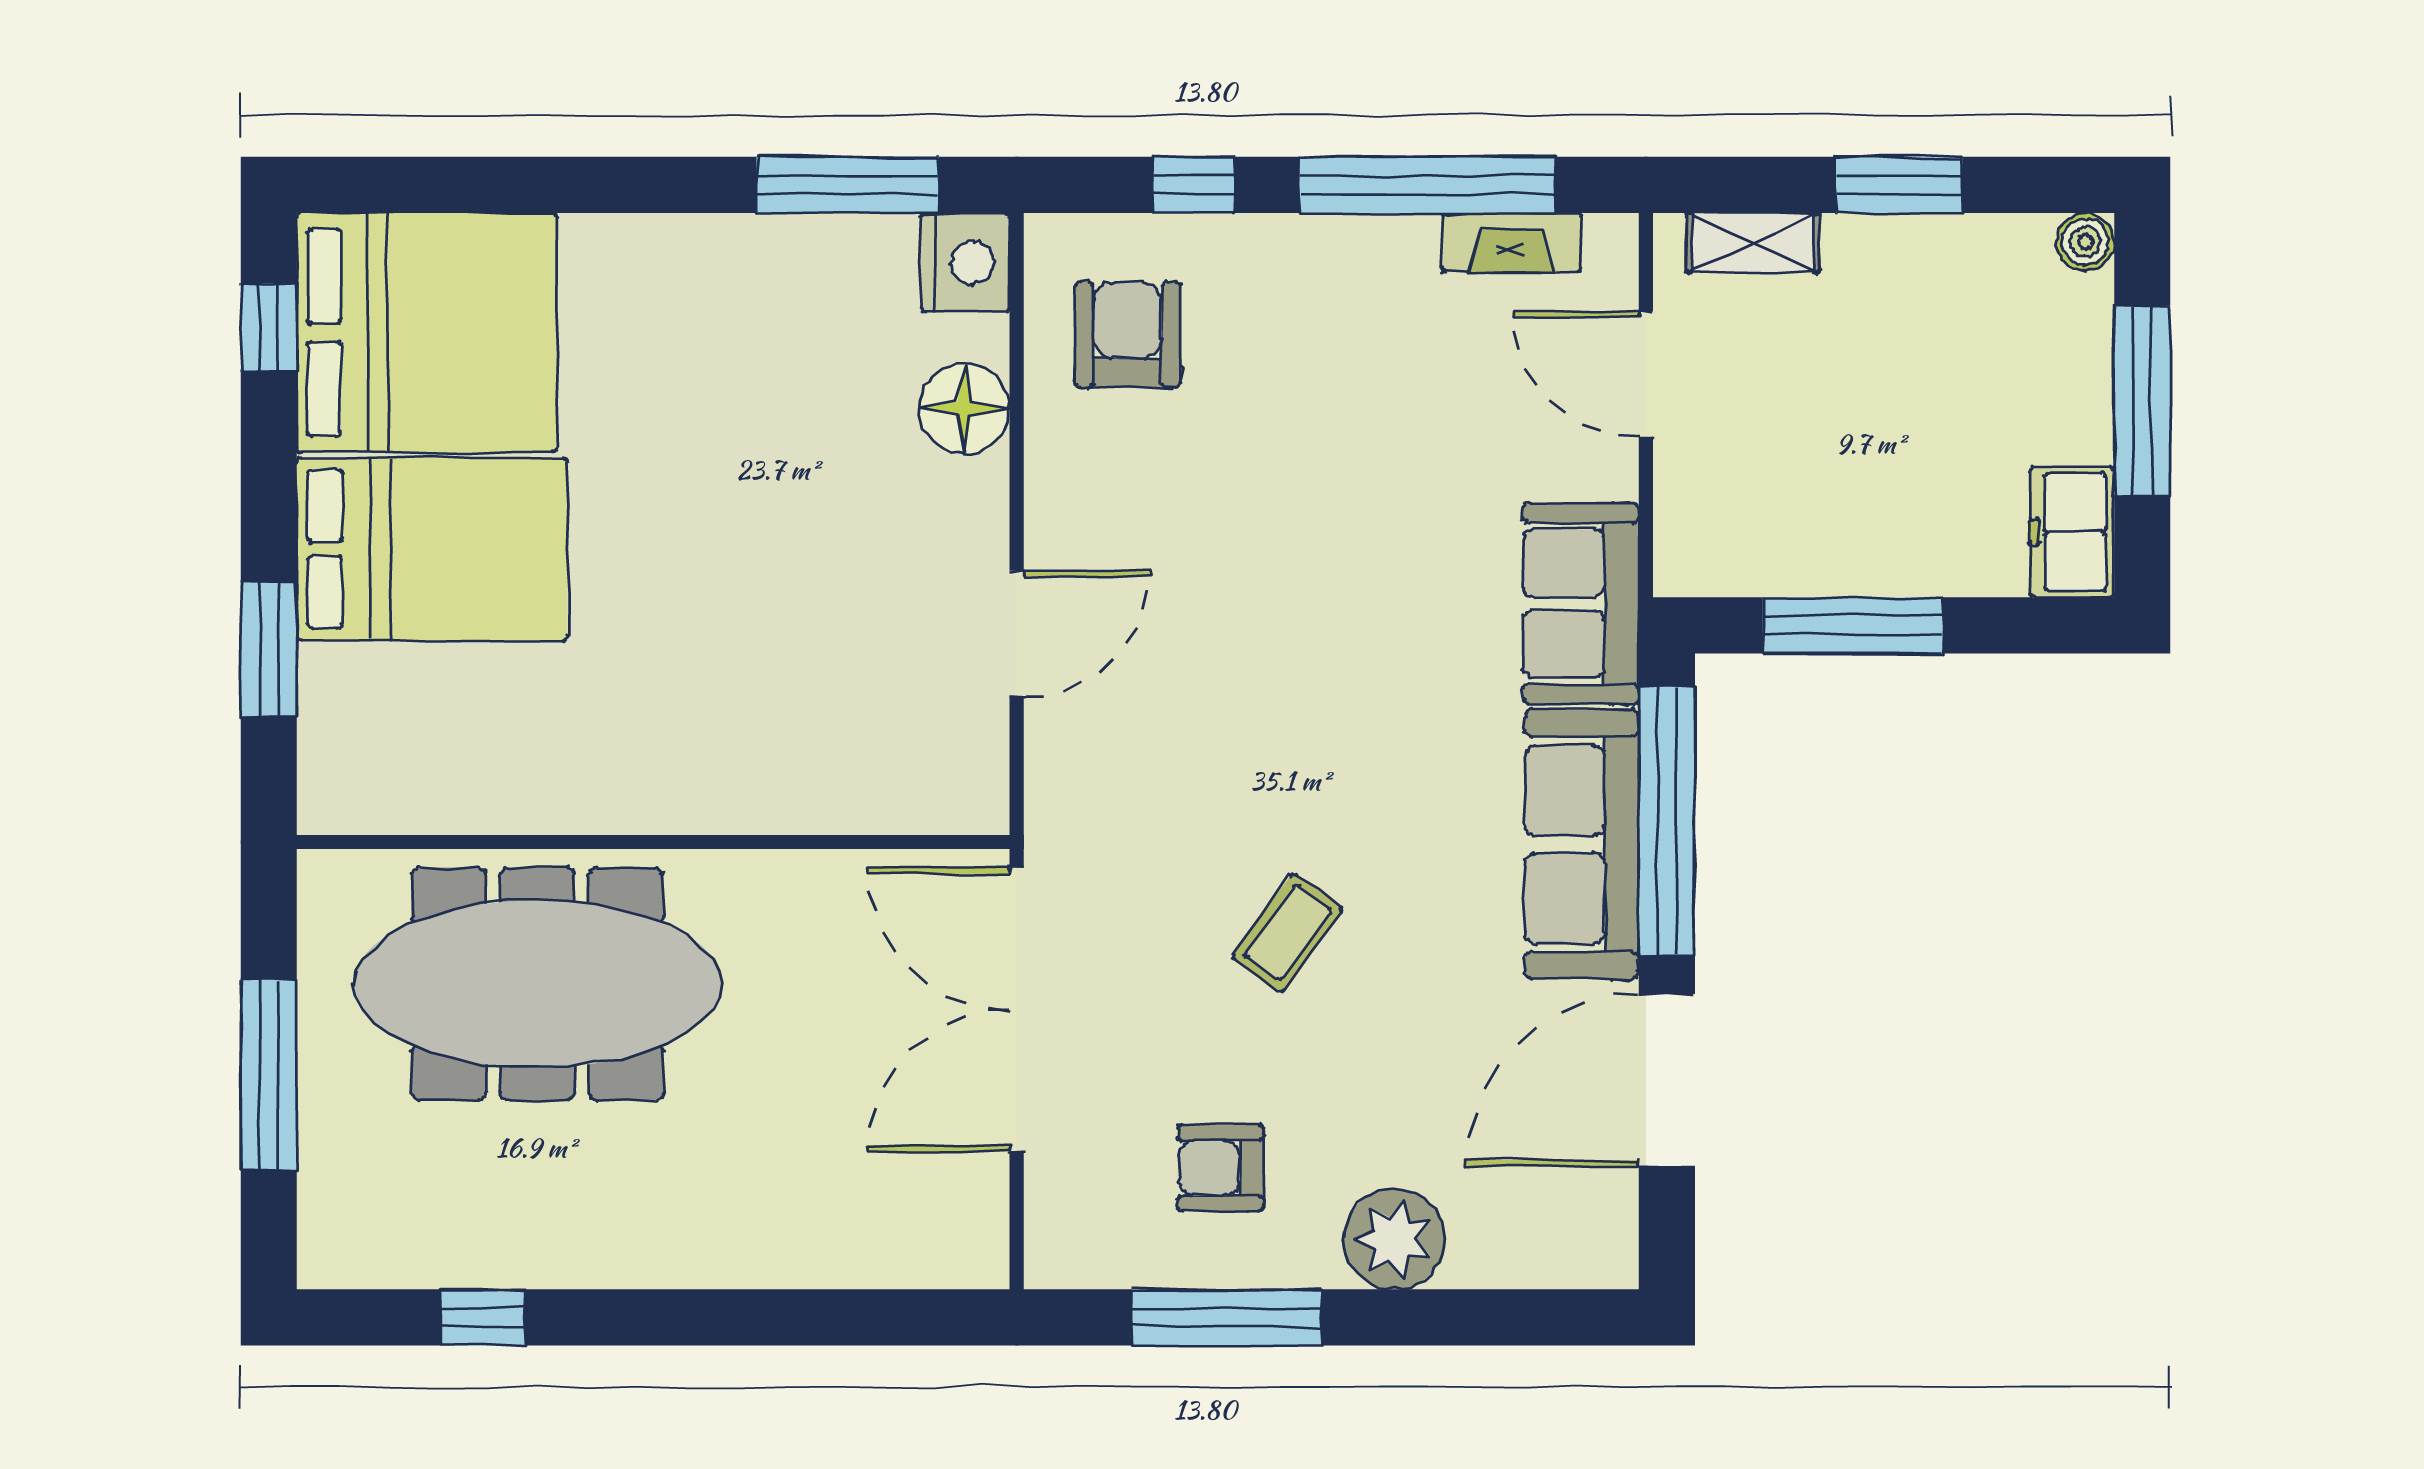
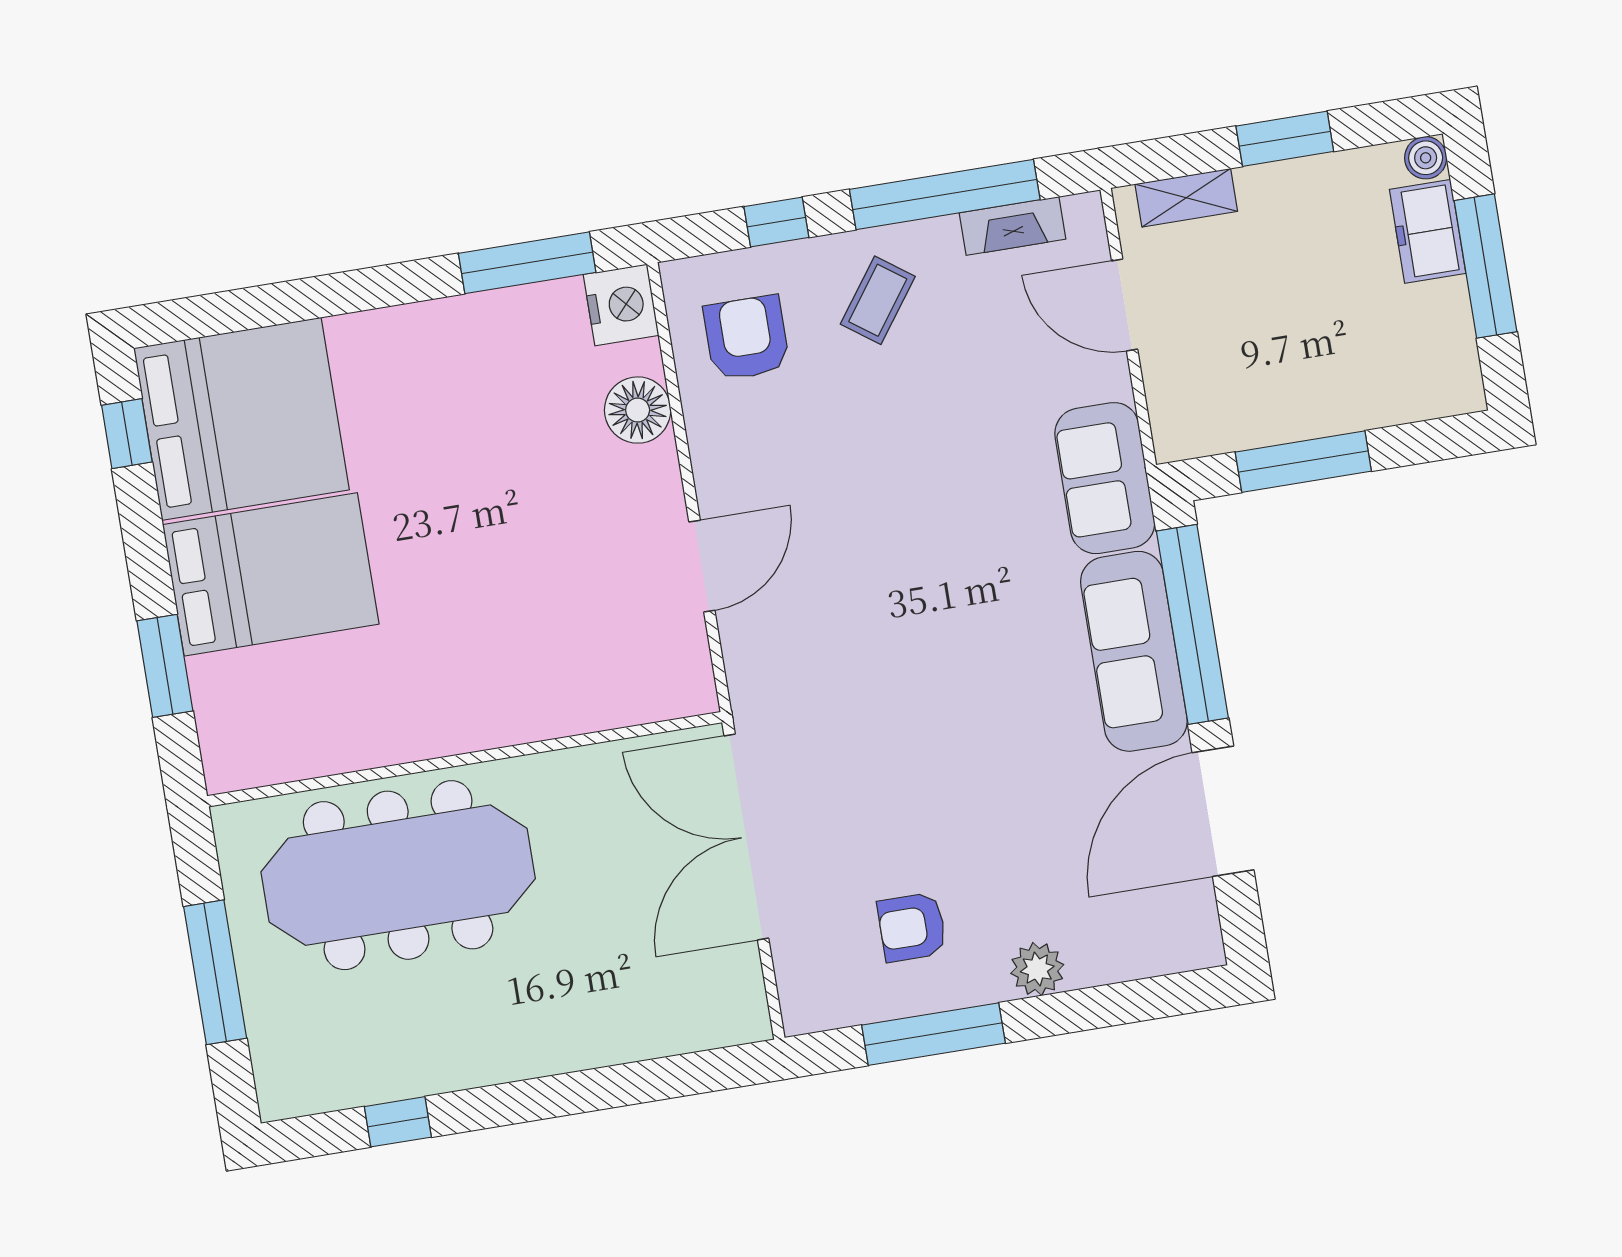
freezer: (2072, 532) -> (1428, 231), moved
coffee table: (1288, 933) -> (878, 300), moved
plant: (1394, 1239) -> (1037, 969), width x0.73, depth x0.73

